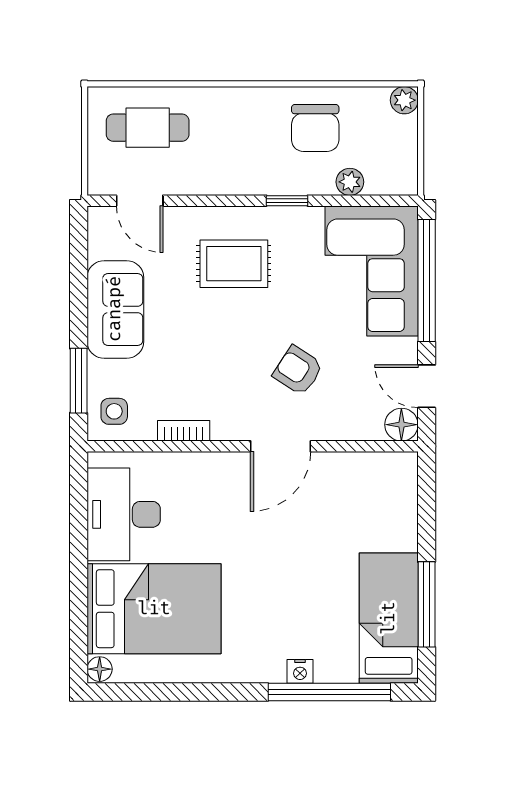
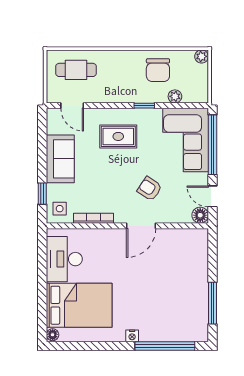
window: (79, 381) -> (42, 194), width x0.67
bookcase: (184, 431) -> (94, 218), width x1.56
bed: (389, 618) -> (194, 310), removed
nightstand: (300, 671) -> (132, 336), moved

